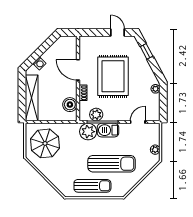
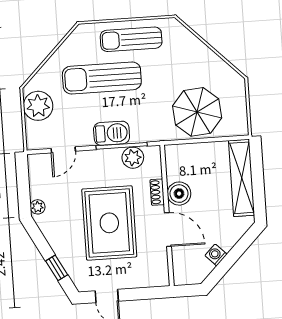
washing machine: (39, 63) -> (216, 255), moved
boiler: (70, 105) -> (179, 194), moved
plant: (88, 132) -> (144, 129), removed
parasol: (45, 143) -> (197, 112), moved
plant: (155, 150) -> (38, 106), width x1.88, depth x1.88

